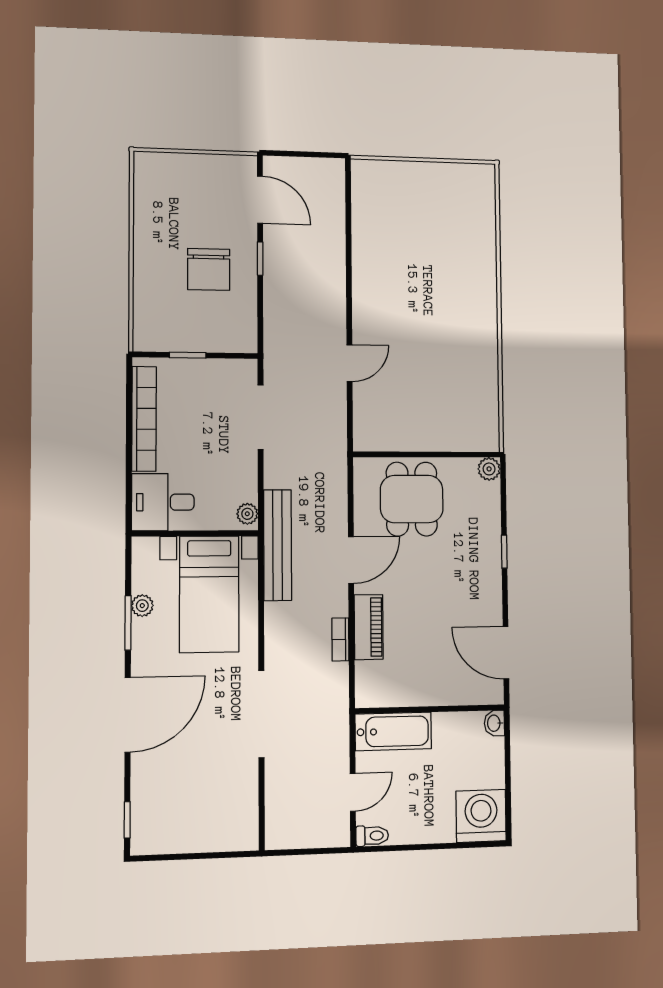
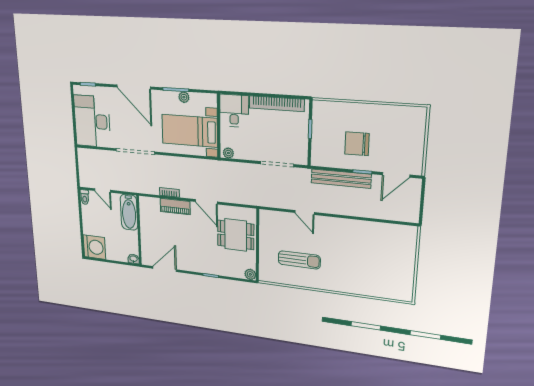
sun lounger: (445, 372) -> (299, 260), added
bench: (278, 545) -> (341, 179), moved
desk: (205, 812) -> (92, 121), added

